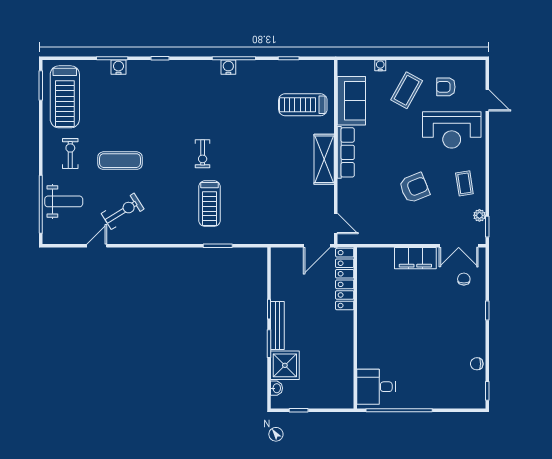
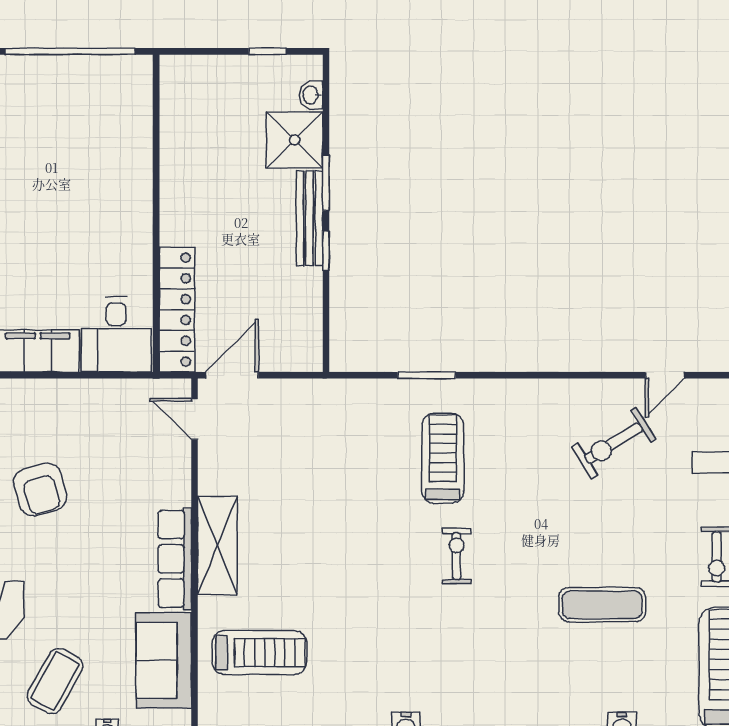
exercise mat: (120, 161) -> (602, 605), moved
armchair: (414, 188) -> (40, 489), turned -84
desk: (376, 387) -> (116, 335), moved, turned 90

